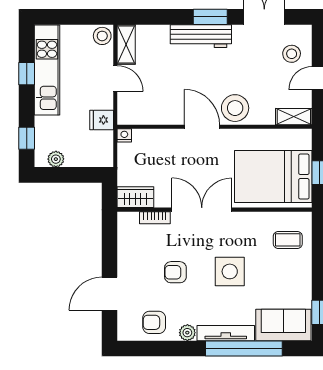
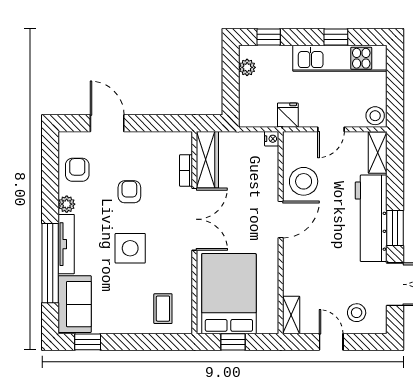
workbench: (201, 36) -> (371, 218), width x1.36, depth x1.32
shelving: (126, 44) -> (378, 153), moved, turned 90
stool: (235, 108) -> (304, 181), moved
wardrobe: (135, 197) -> (207, 160), width x1.50

